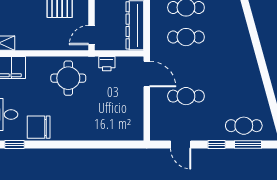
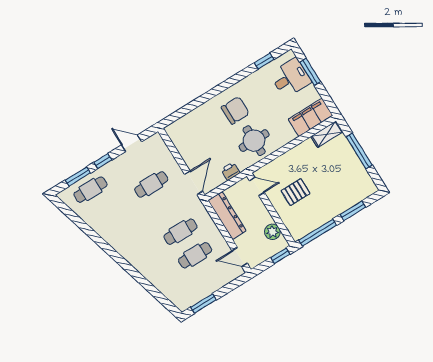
door: (92, 35) -> (257, 186), hinge flipped
door: (147, 74) -> (194, 183), swing flipped
chair: (39, 127) -> (235, 110), moved

